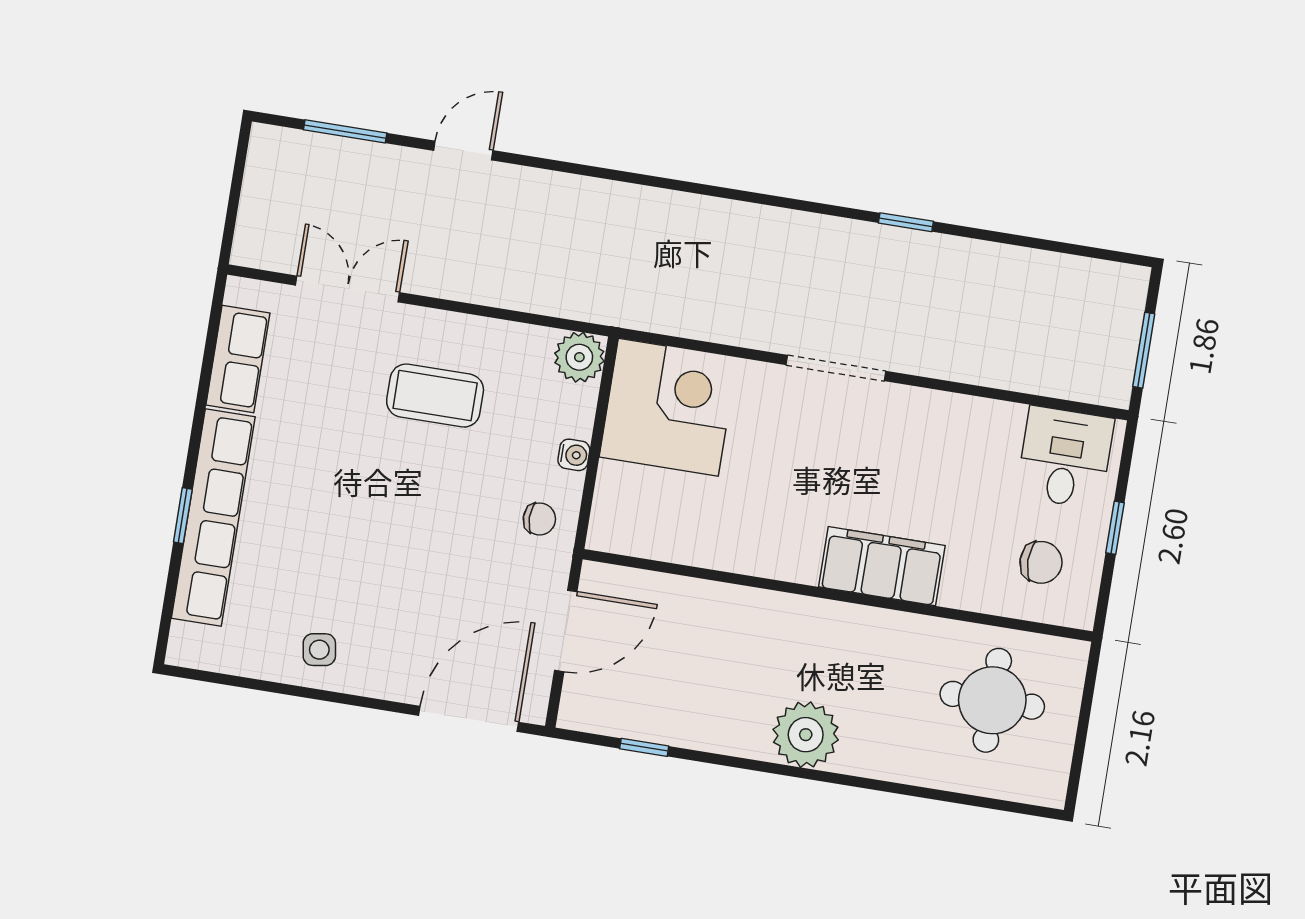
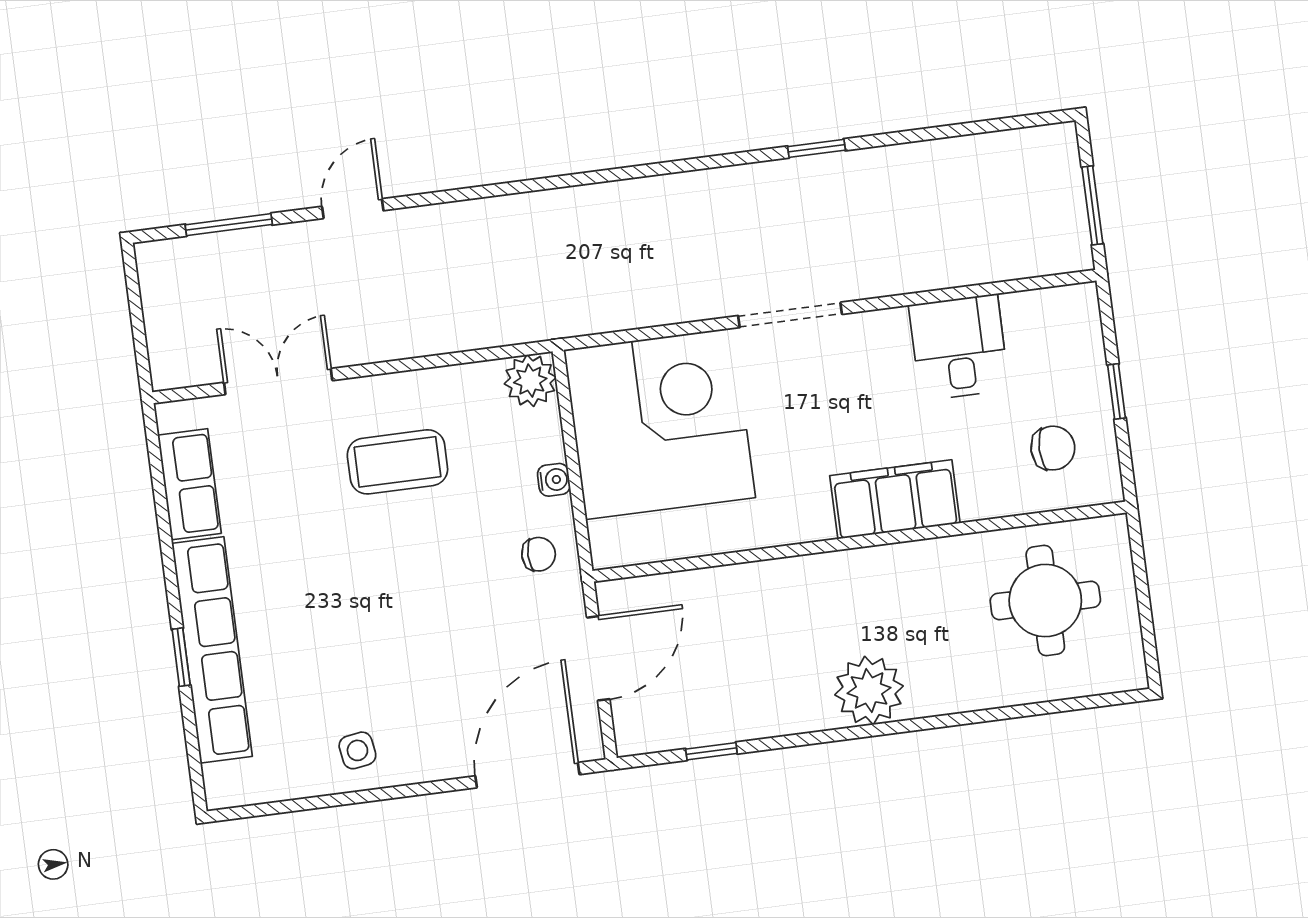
corner desk: (668, 407) -> (660, 424), width x1.36, depth x1.36
desk: (1065, 457) -> (959, 347), moved

